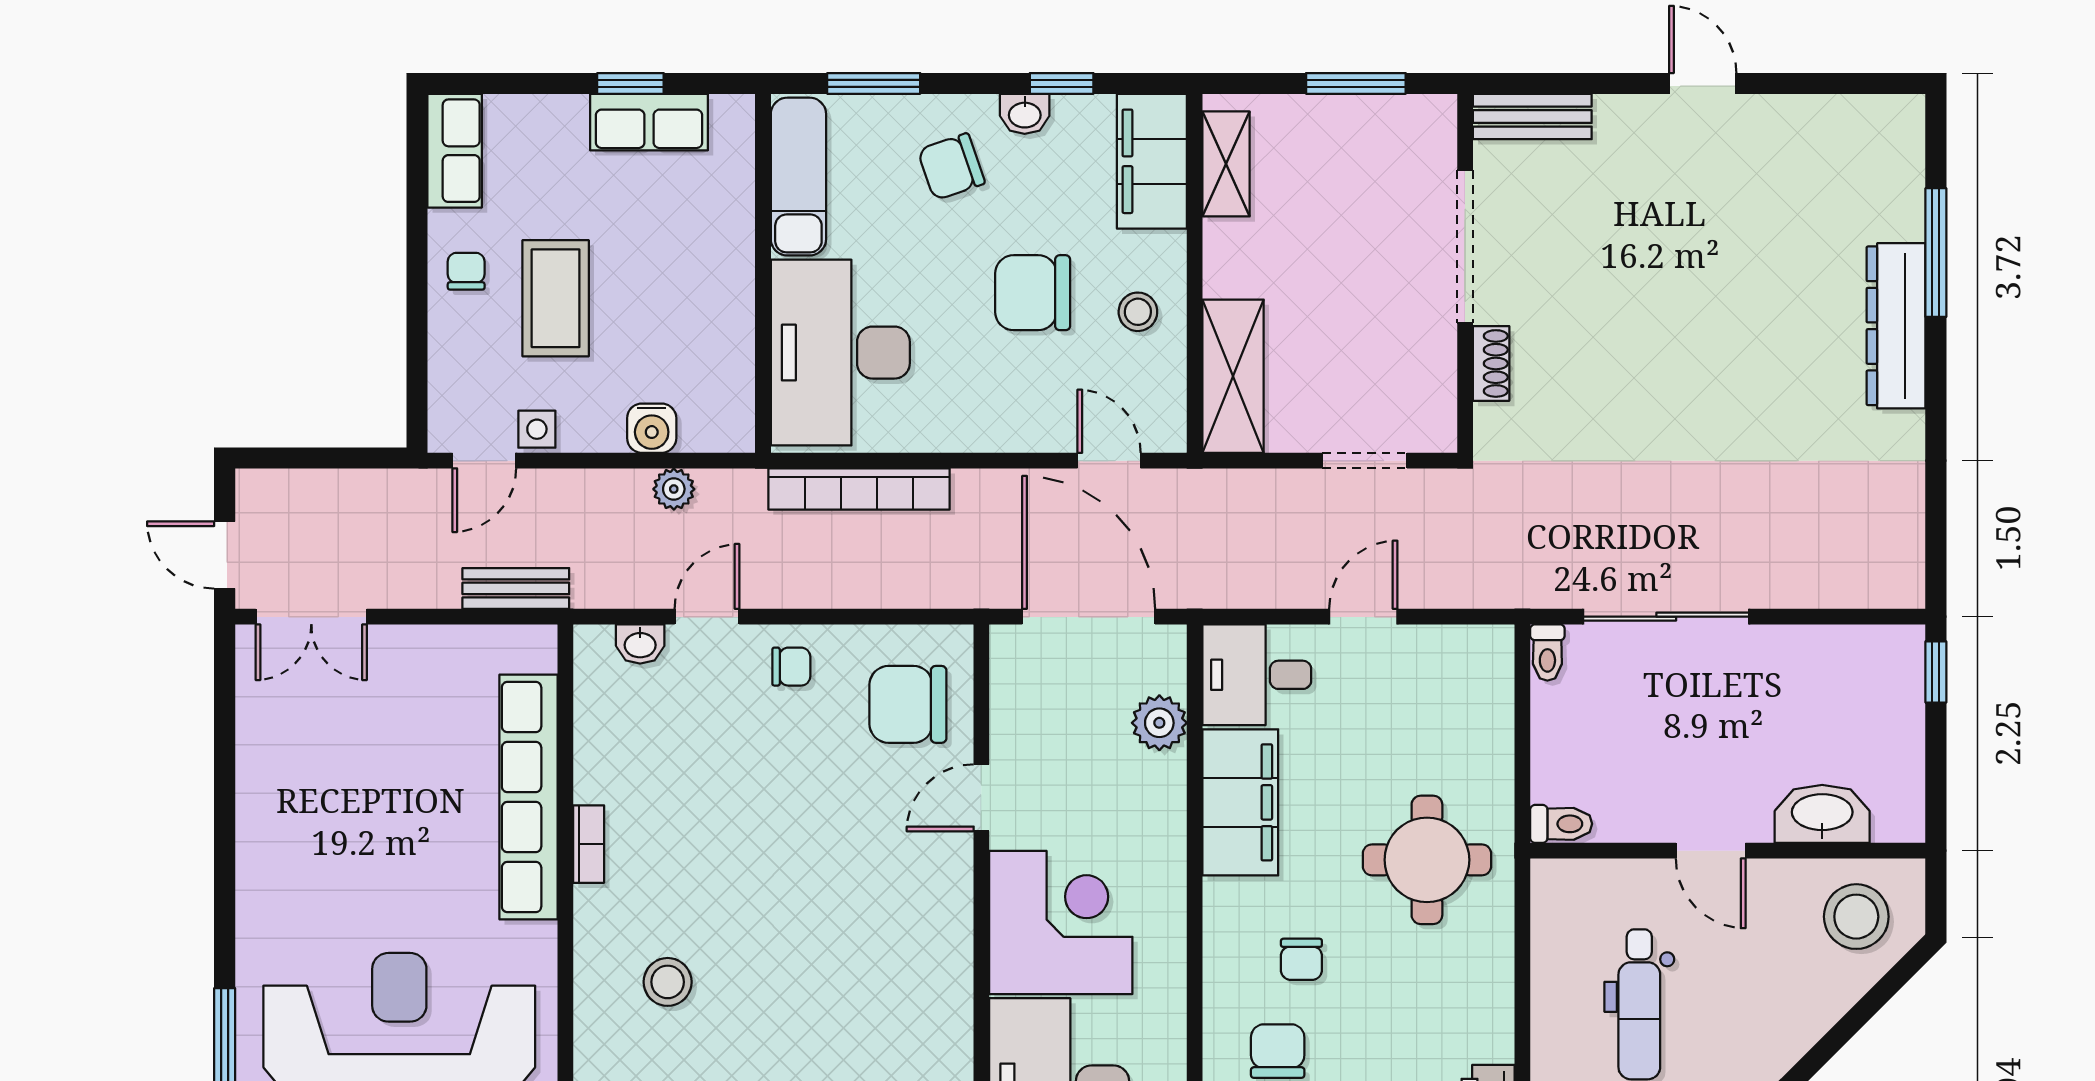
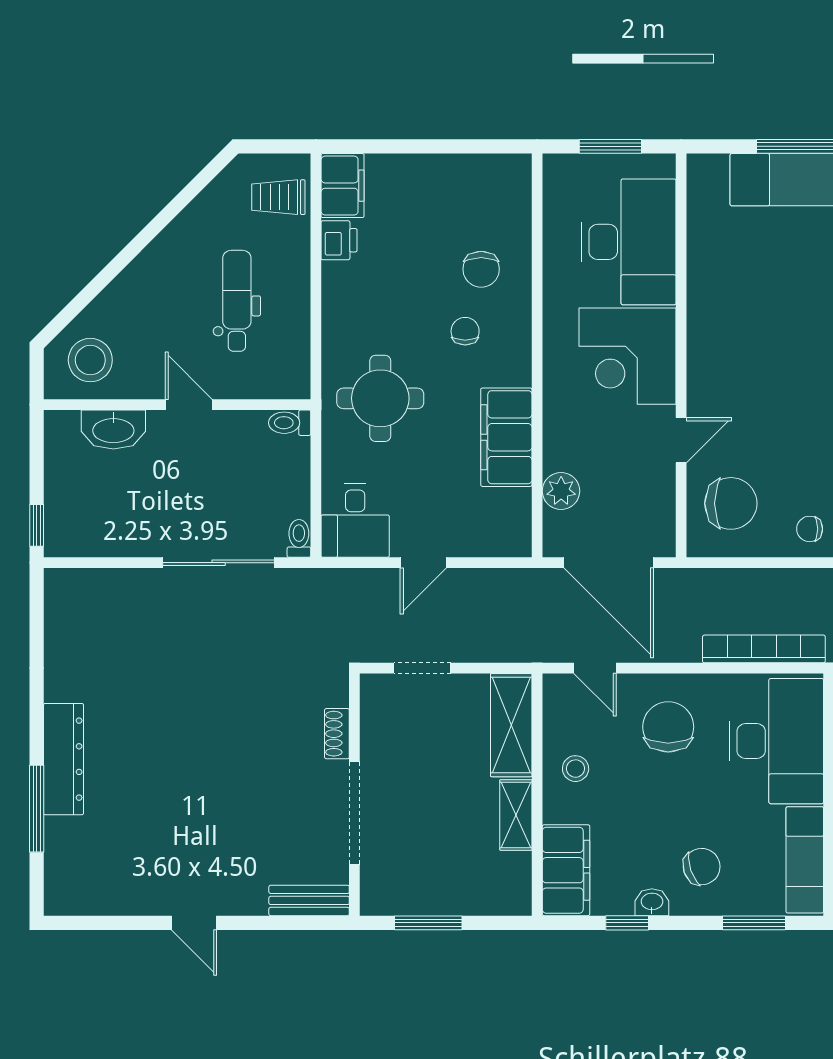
shelving: (1226, 164) -> (516, 815), moved
chair: (1033, 293) -> (668, 727), moved, turned -90
desk: (1257, 675) -> (355, 521), moved, turned 90

